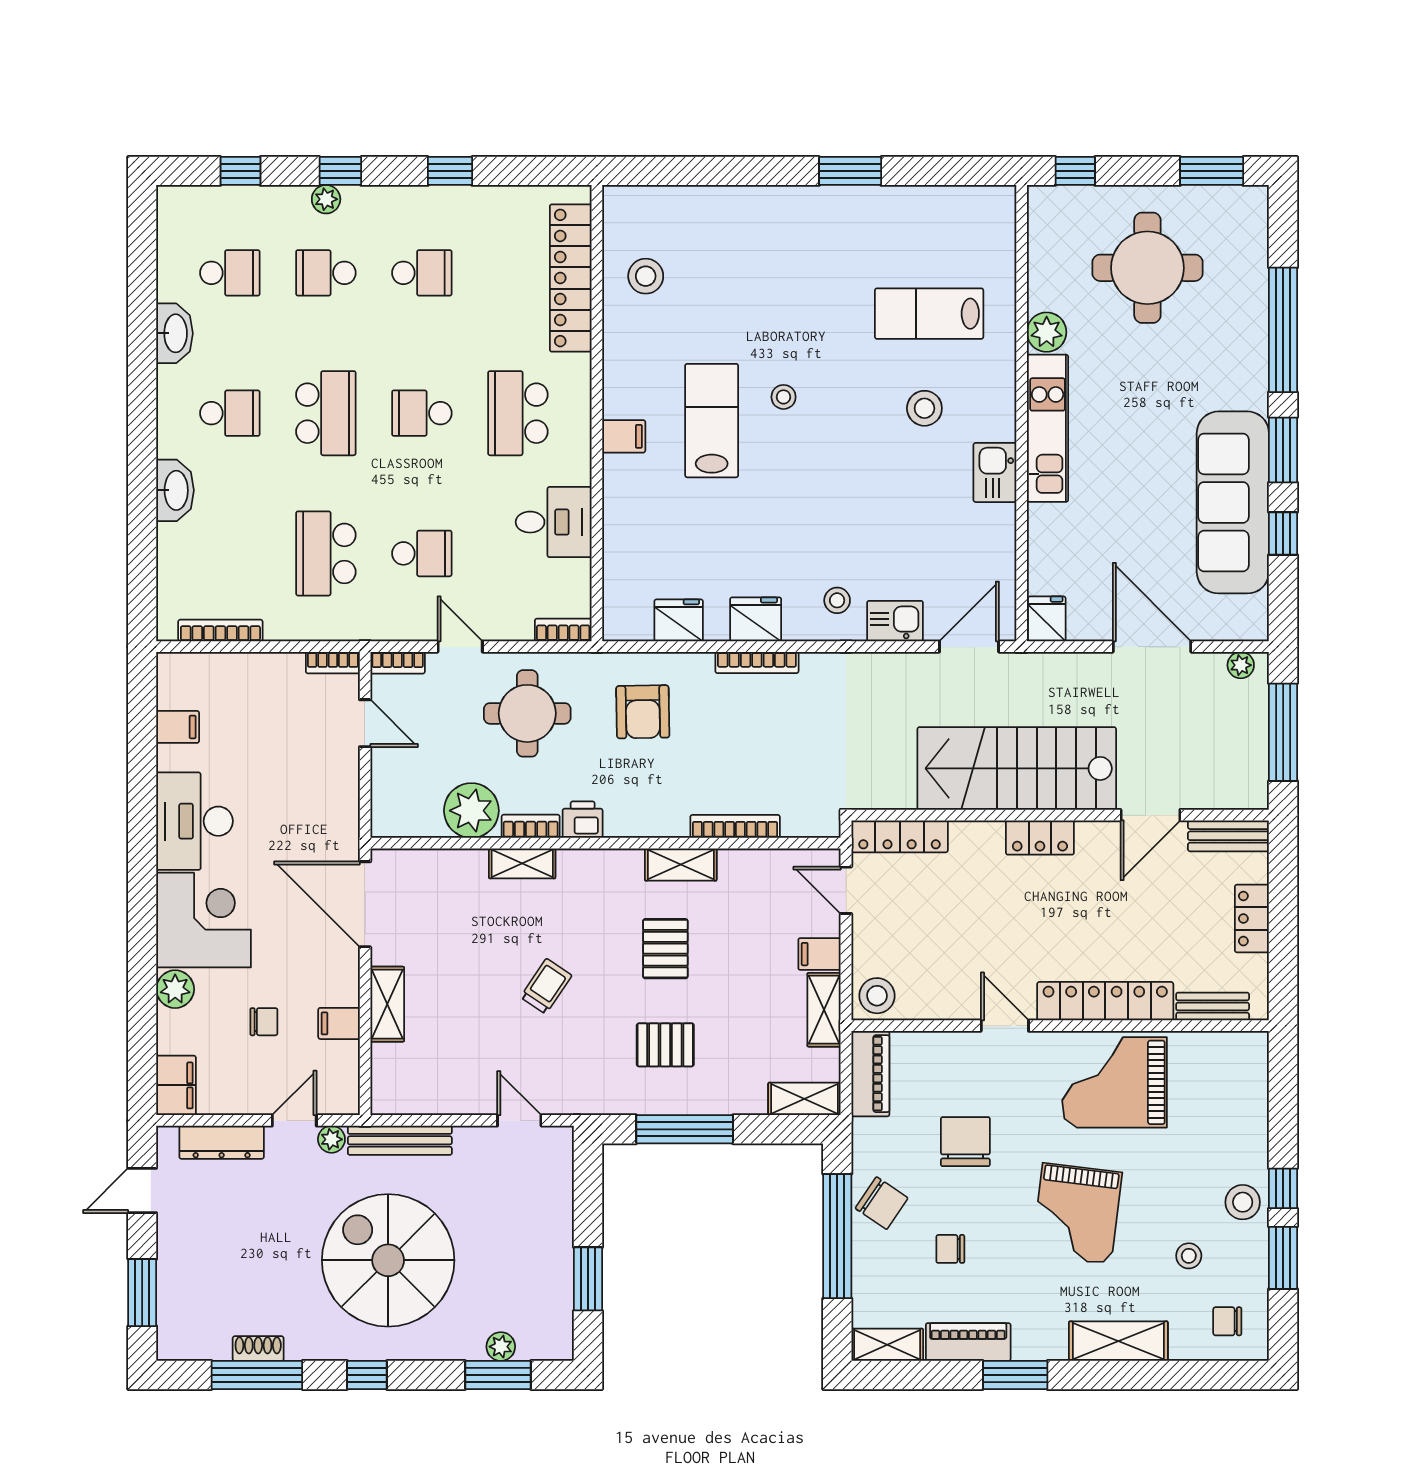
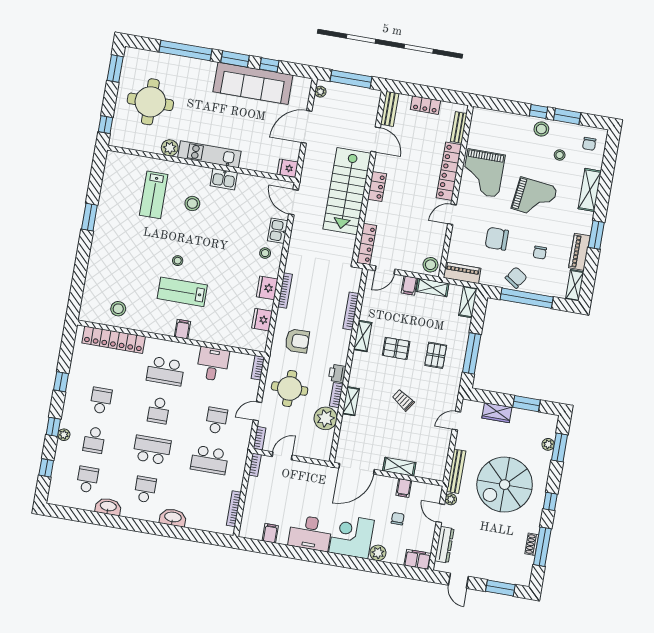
wardrobe: (555, 1213) -> (497, 413), added

